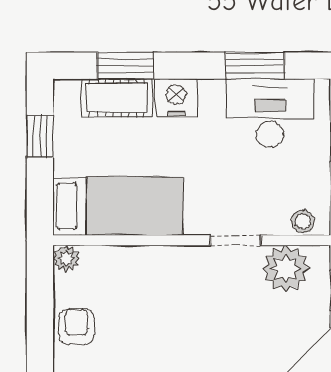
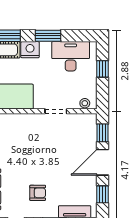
window: (255, 66) -> (48, 36), moved
plant: (286, 269) -> (77, 124), removed

